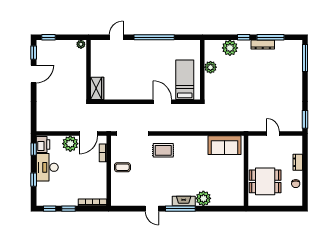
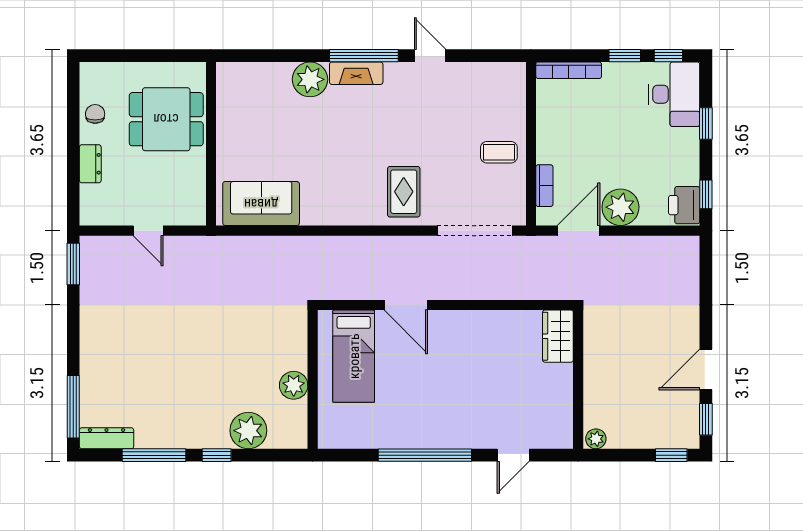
dresser: (263, 44) -> (107, 438), moved
rug: (163, 150) -> (404, 192), turned 90
desk: (47, 167) -> (674, 94), moved

